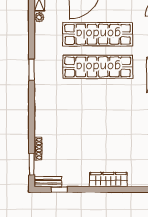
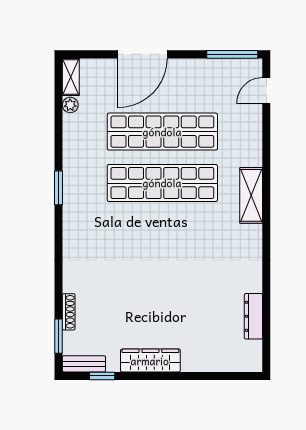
wardrobe: (108, 180) -> (150, 361), moved

